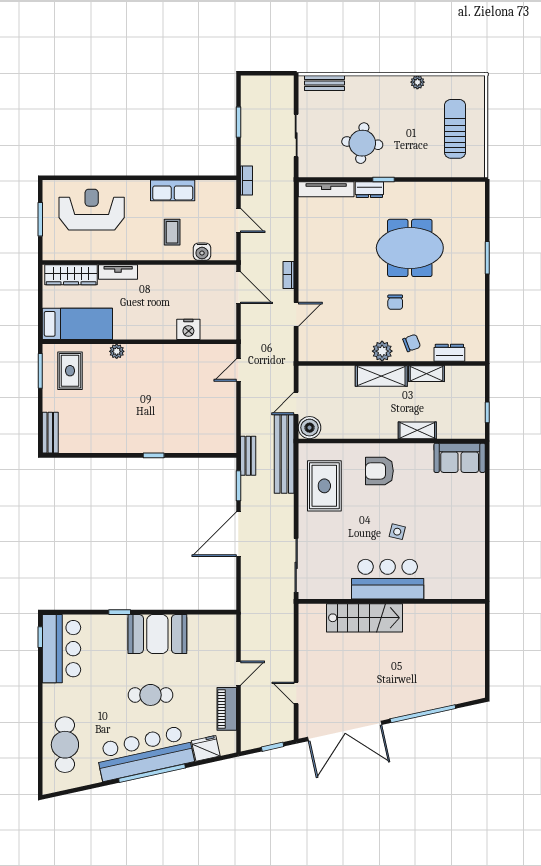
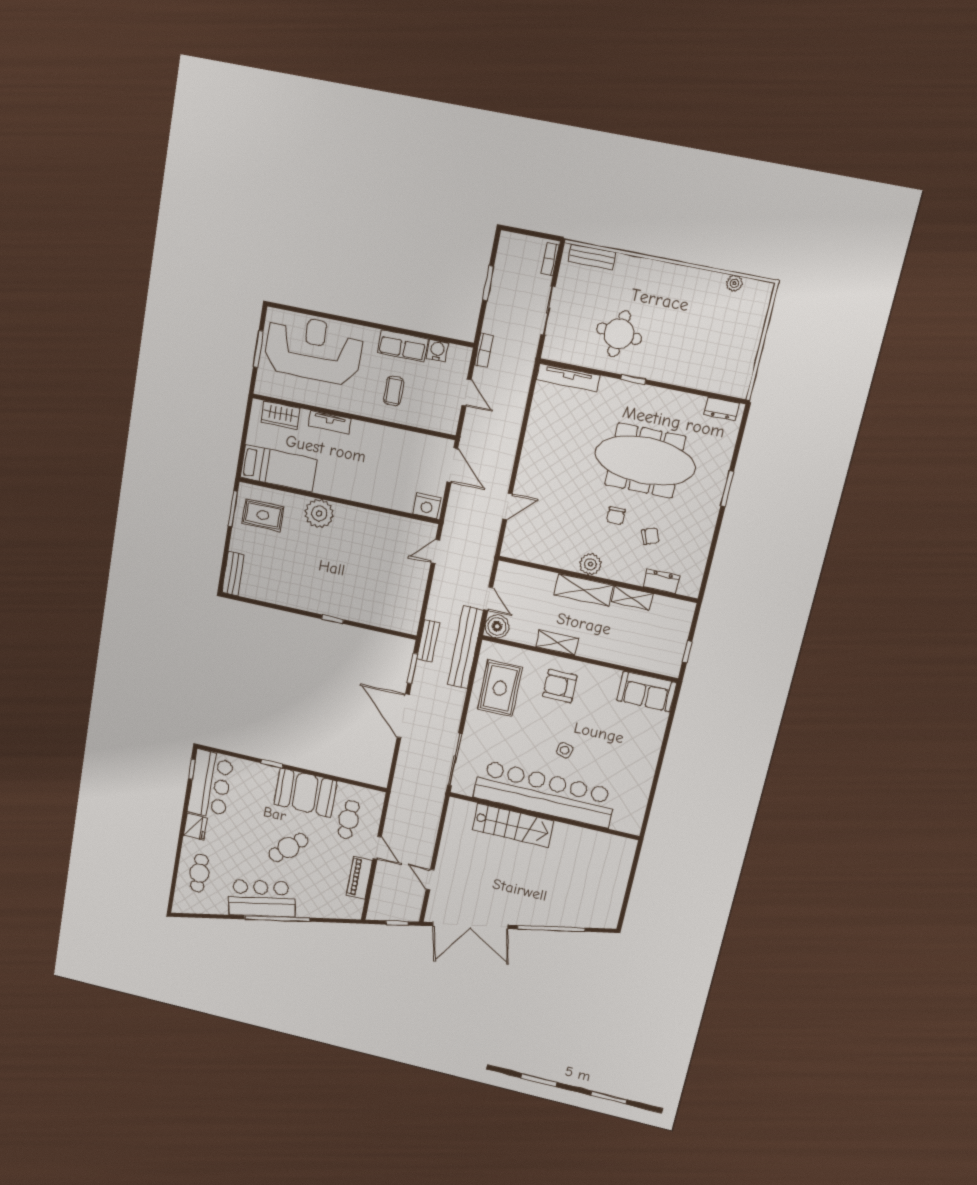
plant: (417, 82) -> (734, 283), moved
sun lounger: (455, 129) -> (726, 338), removed
dresser: (369, 190) -> (722, 409), moved
reception desk: (92, 210) -> (313, 349), width x1.36, depth x1.30
meeting table: (410, 248) -> (645, 461), width x1.36
water cooler: (202, 252) -> (437, 350), moved, turned 180
wardrobe: (71, 275) -> (280, 415), width x0.67
bookcase: (289, 275) -> (550, 259), moved
nightstand: (188, 329) -> (427, 506), moved
chair: (412, 343) -> (650, 536), moved
plant: (117, 351) -> (319, 513), width x1.88, depth x1.88
rug: (70, 371) -> (263, 515), turned 90
door: (296, 403) -> (488, 599), swing flipped
shelving: (417, 430) -> (557, 642), moved
door: (238, 534) -> (403, 716), hinge flipped
bar counter: (388, 579) -> (544, 794), width x1.86
cafe table: (205, 651) -> (349, 819), added
door: (238, 673) -> (377, 848), hinge flipped
cafe table: (151, 695) -> (288, 848), turned -44
cafe table: (65, 745) -> (199, 873), width x0.73, depth x0.74
fridge: (206, 748) -> (195, 827), moved, turned 102
bar counter: (145, 753) -> (261, 898), width x0.73

